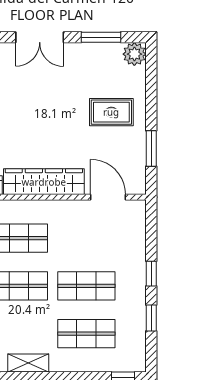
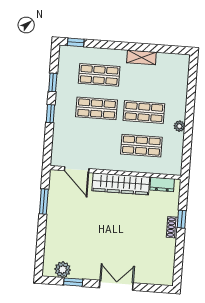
window: (101, 37) -> (73, 282), width x0.67
plant: (134, 54) -> (63, 270), moved
rug: (111, 112) -> (70, 229), removed

